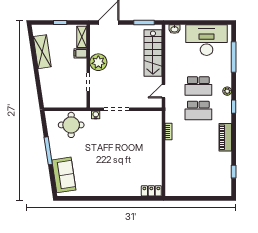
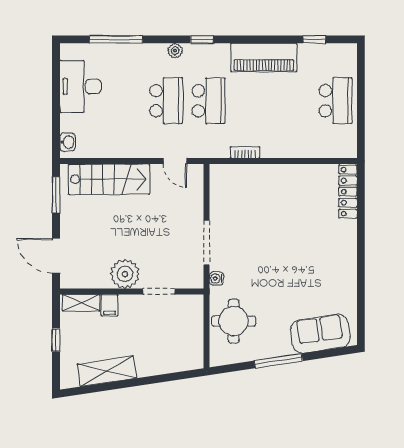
desk: (207, 40) -> (80, 86), width x0.73, depth x0.77
piano: (225, 137) -> (264, 57), width x1.37, depth x1.33
school desk: (198, 184) -> (335, 101), added
locker: (151, 191) -> (348, 192), width x1.53

